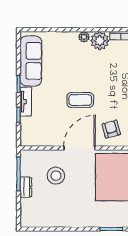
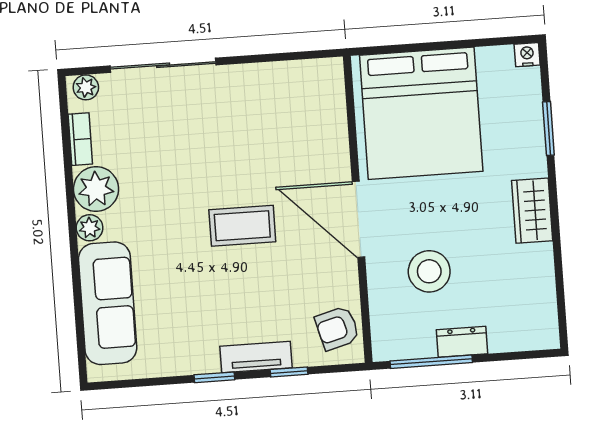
sofa: (31, 61) -> (108, 303), moved, turned 90
coffee table: (80, 100) -> (242, 226), turned 90
armchair: (111, 129) -> (337, 328), moved
wardrobe: (78, 220) -> (532, 211), added

